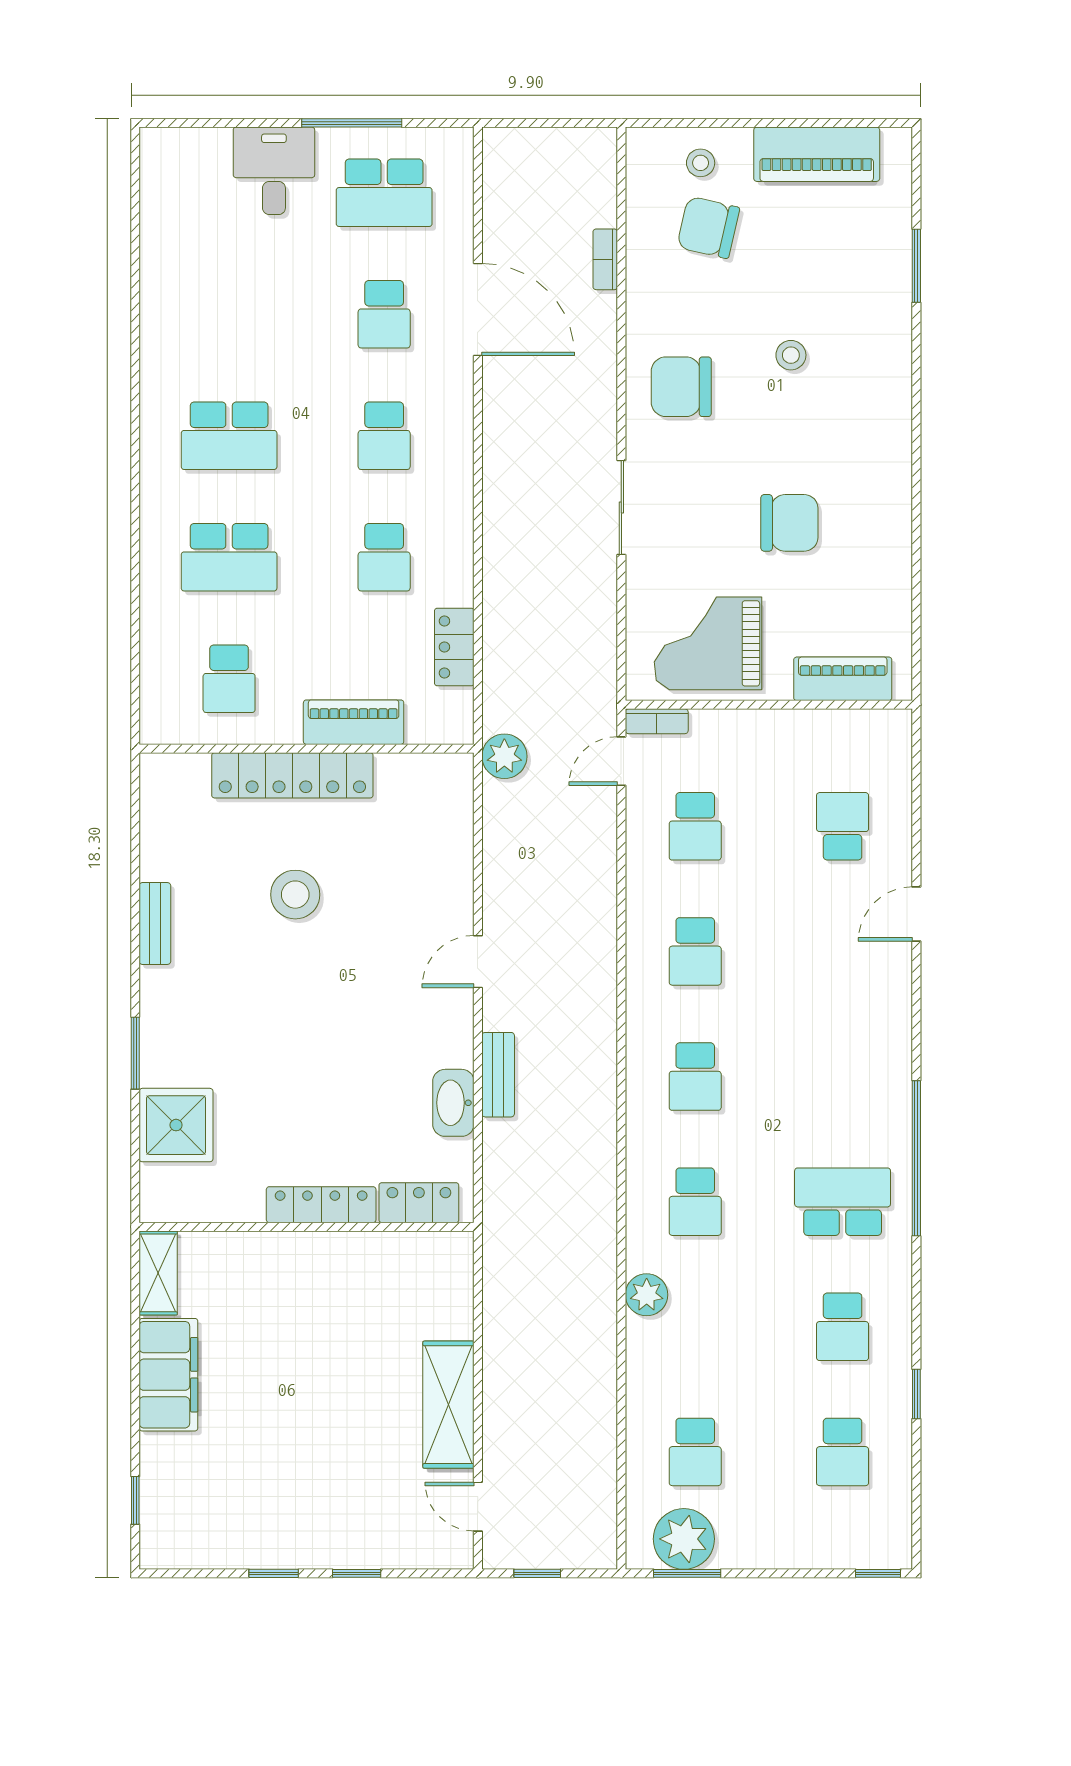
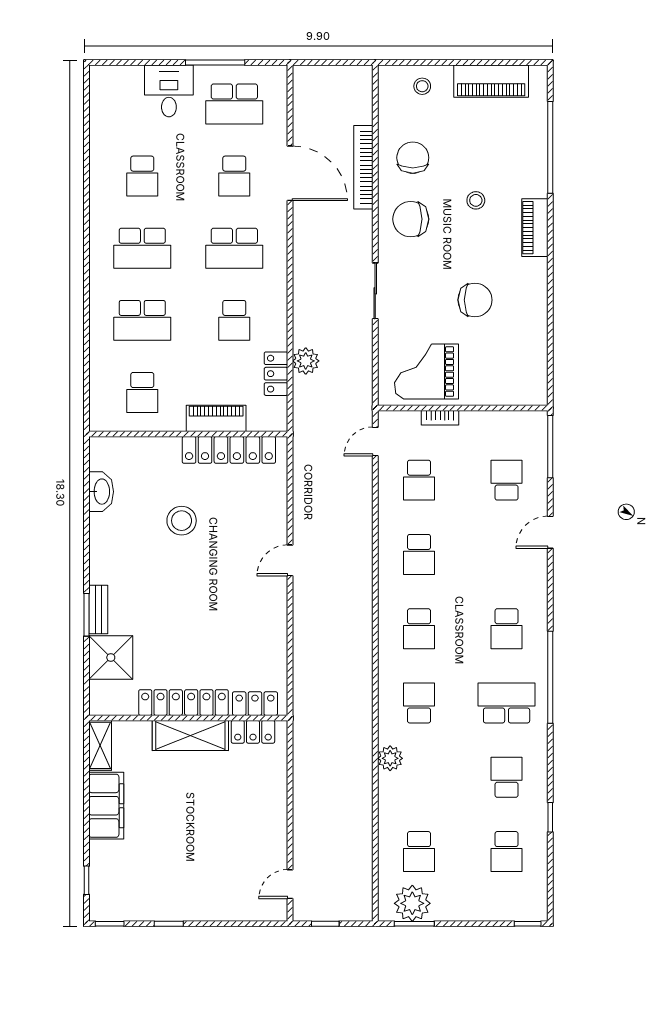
chair: (708, 227) -> (413, 158), moved, turned 77
bookcase: (605, 259) -> (363, 167), width x2.31, depth x1.31
window: (916, 266) -> (550, 147), width x2.11
school desk: (229, 314) -> (142, 176), added
school desk: (384, 436) -> (234, 248), width x1.85
piano: (843, 679) -> (535, 228), moved, turned -90
bookcase: (657, 721) -> (440, 418), moved
plant: (504, 756) -> (306, 361), moved
window: (916, 770) -> (550, 447), added
locker: (292, 775) -> (229, 450), moved
bench: (155, 923) -> (98, 609), moved
bench: (498, 1075) -> (302, 628), removed
school desk: (843, 1077) -> (507, 629), added
washbasin: (453, 1103) -> (101, 492), moved, turned 180
school desk: (695, 1202) -> (419, 703), turned 180
locker: (321, 1205) -> (183, 703), width x1.41, depth x1.21
locker: (416, 1250) -> (253, 732), added
school desk: (843, 1327) -> (507, 777), turned 180
shelving: (448, 1405) -> (190, 735), moved, turned 90
door: (478, 1507) -> (290, 884), hinge flipped
window: (357, 1573) -> (110, 924), moved

